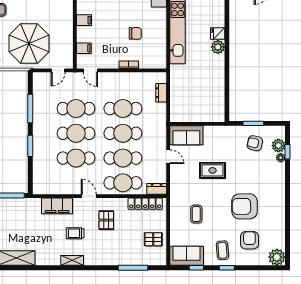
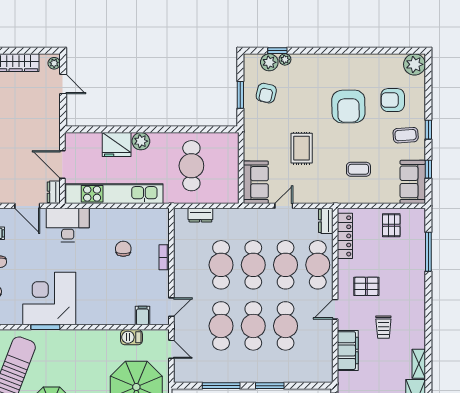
filing cabinet: (84, 20) -> (106, 315), removed
fridge: (218, 33) -> (117, 145), width x1.88, depth x1.34
barbecue: (67, 40) -> (131, 337), added
cafe table: (199, 86) -> (191, 166), added
shelving: (72, 260) -> (419, 364), moved

